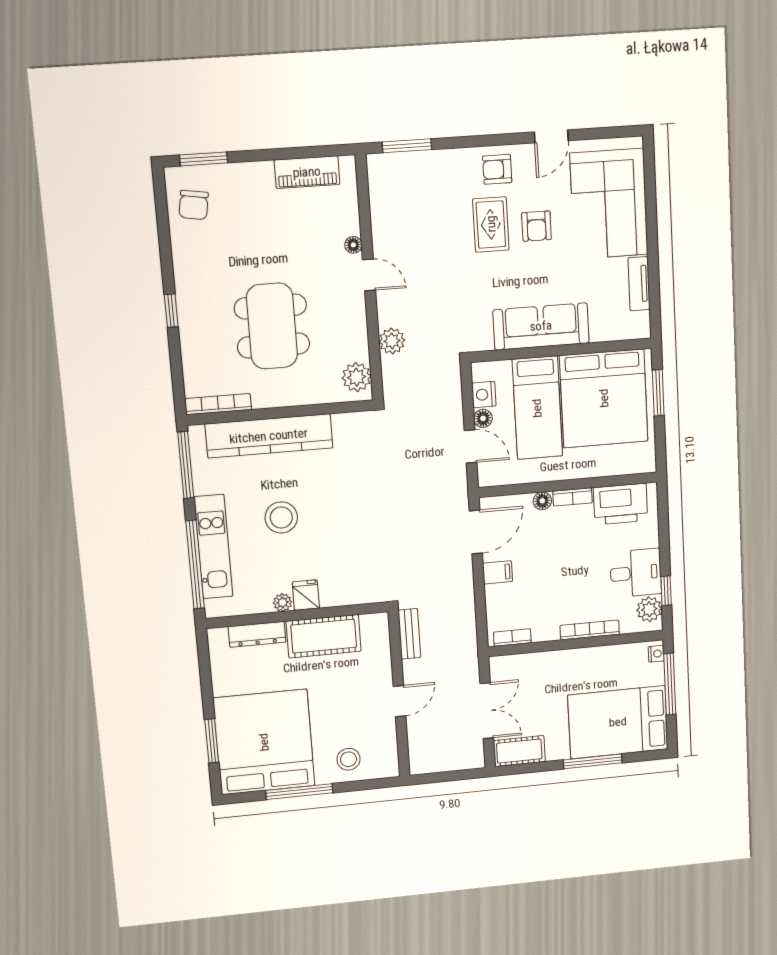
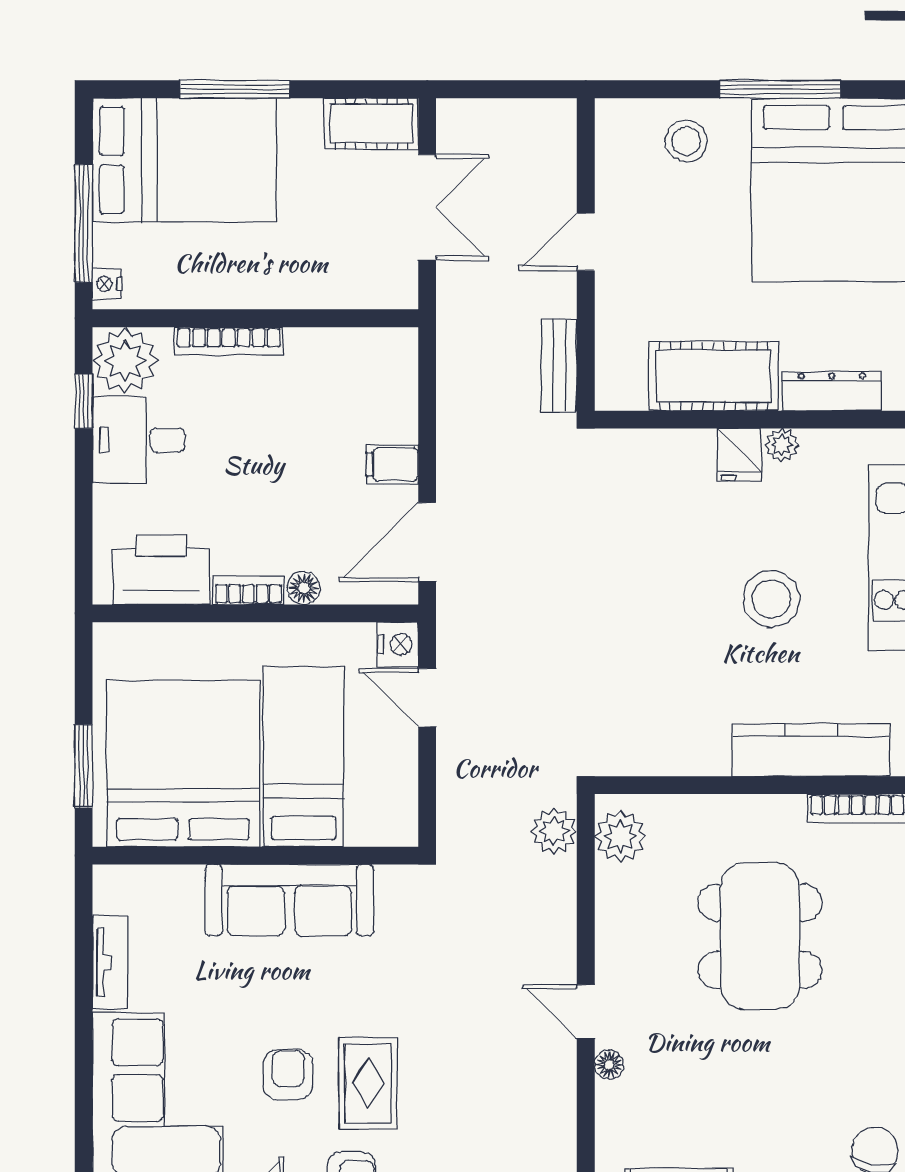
plant: (392, 341) -> (554, 831), moved
nightstand: (484, 395) -> (398, 644), moved
floor lamp: (483, 418) -> (402, 746), removed
kitchen counter: (269, 436) -> (811, 750), width x0.72, depth x0.86
plant: (649, 609) -> (125, 361), width x1.36, depth x1.36
bookcase: (512, 638) -> (372, 341), removed
double door: (487, 711) -> (427, 207), swing flipped

